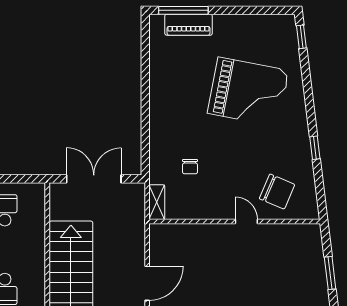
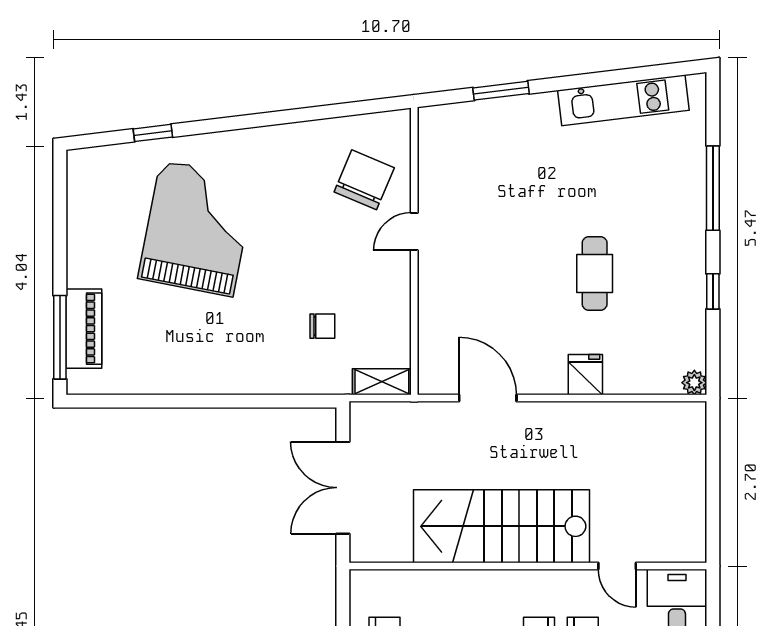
window: (301, 37) -> (153, 133), moved
window: (315, 148) -> (291, 116), removed
door: (147, 283) -> (488, 398), moved

